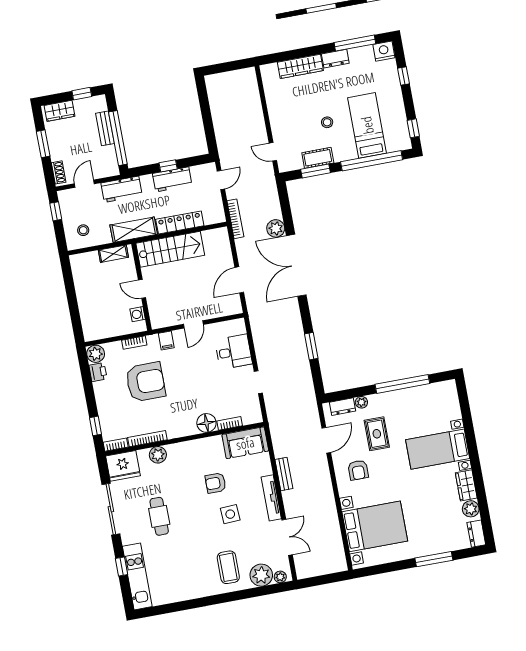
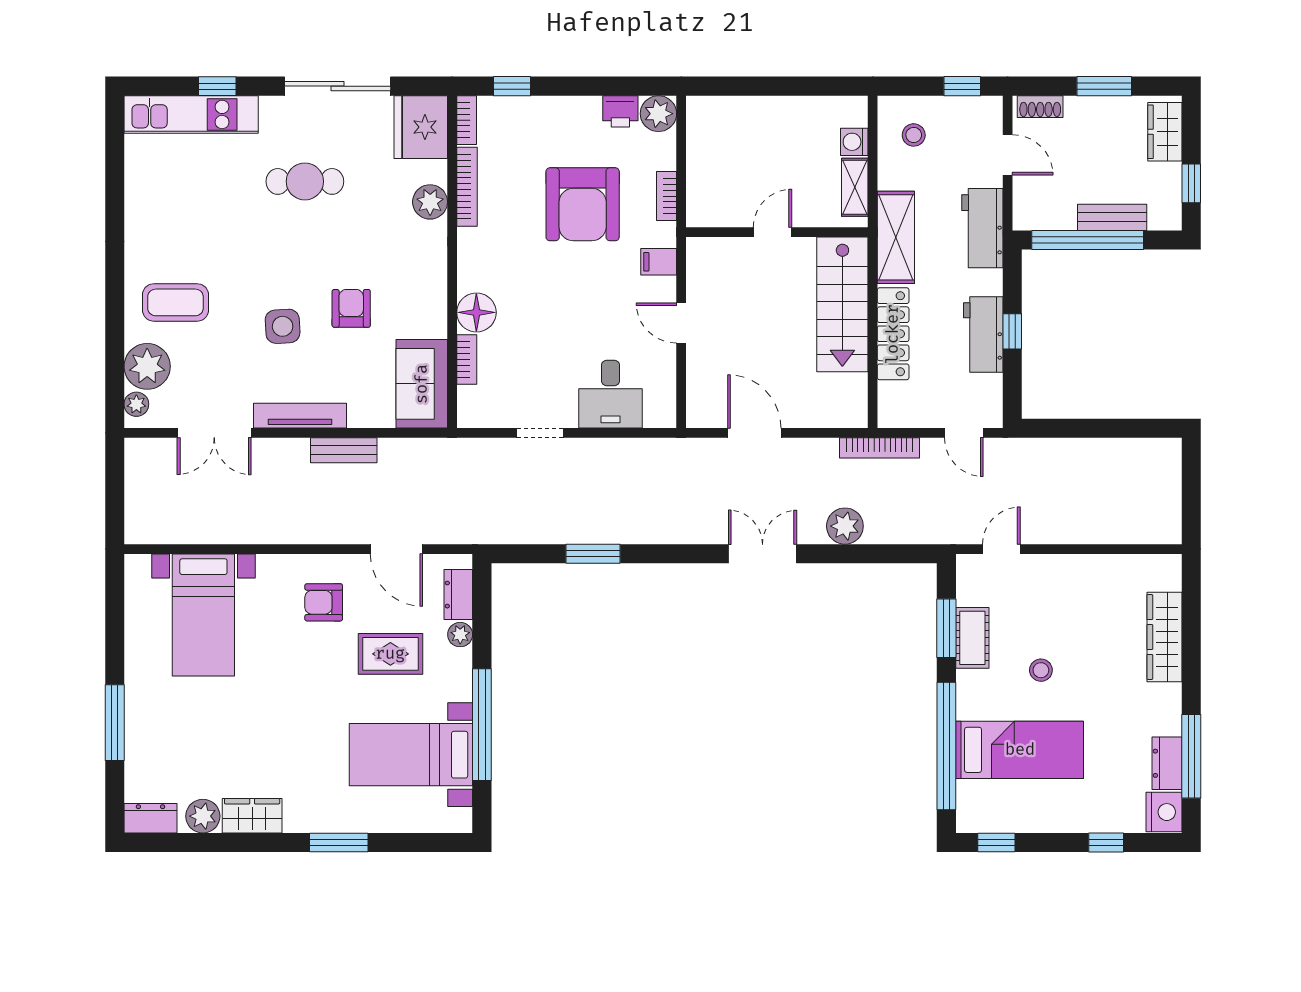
dresser: (335, 59) -> (1167, 763), moved
double door: (296, 265) -> (763, 554), width x0.54
washing machine: (138, 314) -> (854, 142), moved, turned -90
window: (471, 442) -> (339, 842), added
bed with nightstands: (438, 449) -> (411, 755), moved, turned -90
bed with nightstands: (375, 526) -> (203, 615), width x0.73

